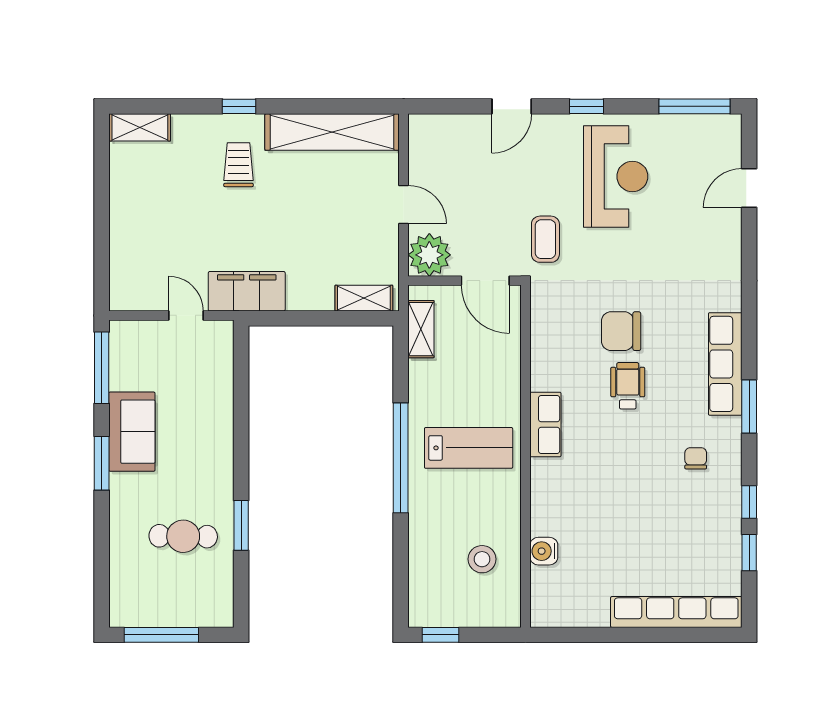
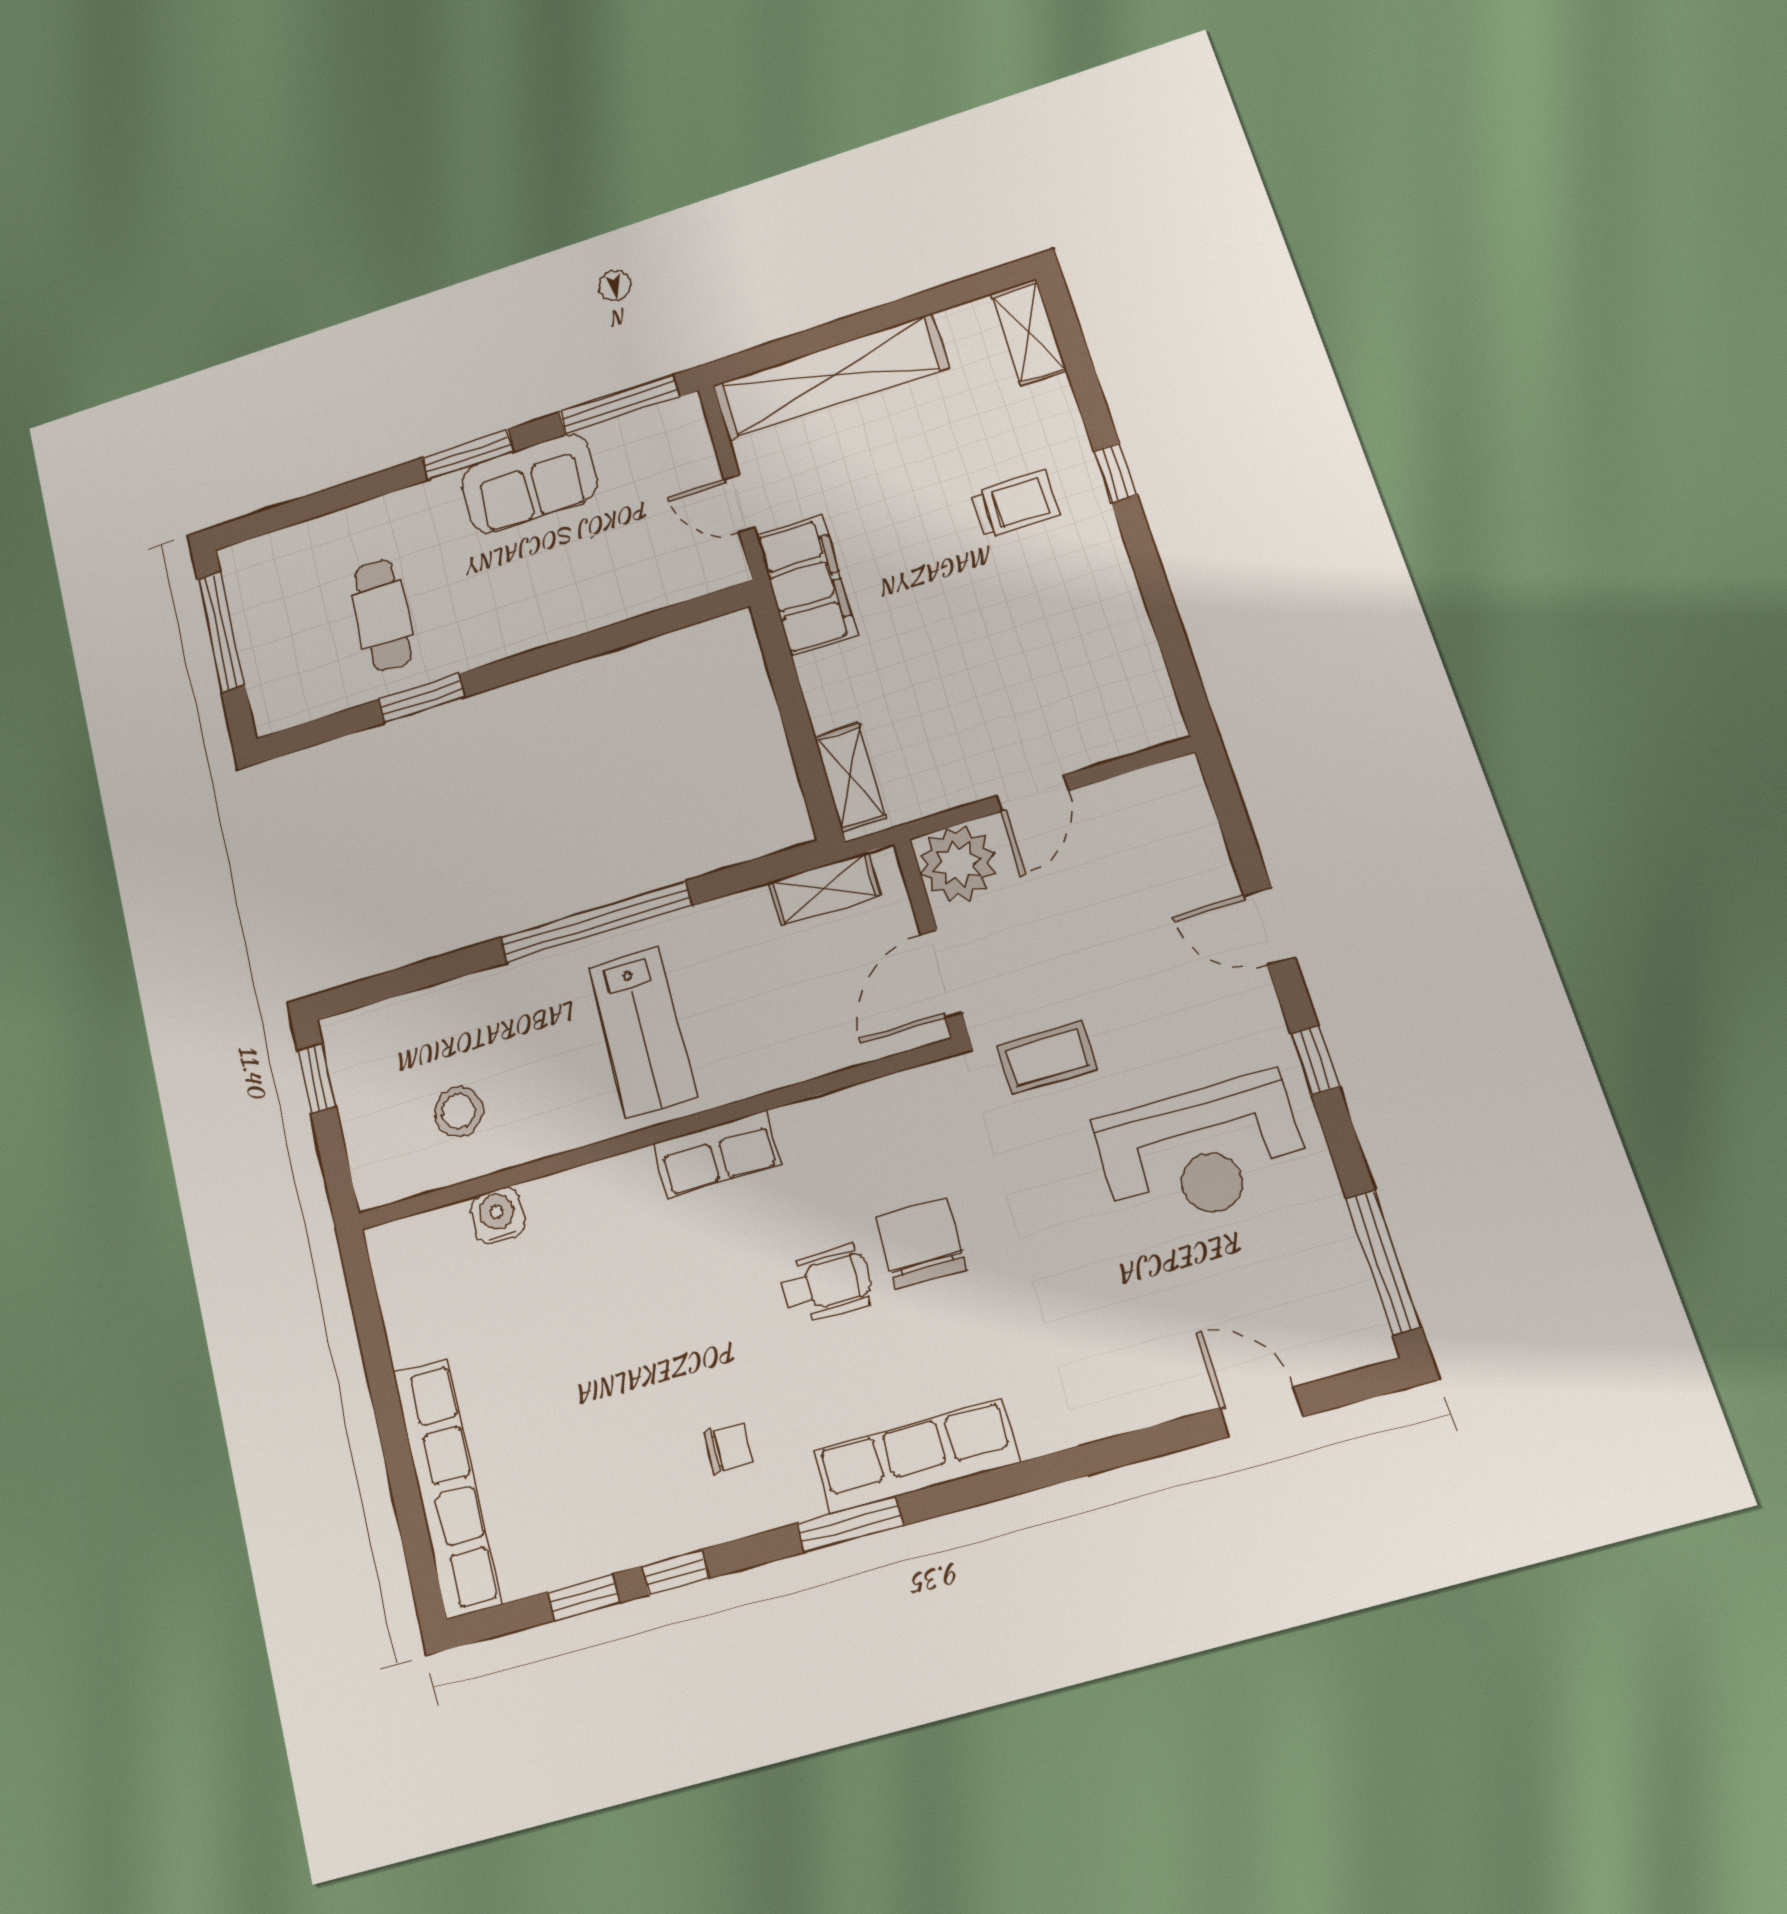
shelving: (332, 132) -> (830, 377), moved, turned 90
door: (186, 315) -> (739, 504), swing flipped

